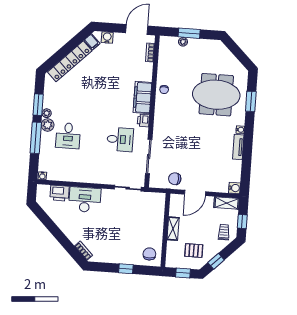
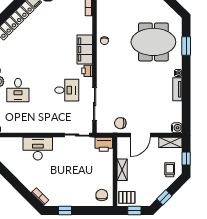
printer: (60, 193) -> (104, 144), moved
pallet: (194, 251) -> (127, 197), moved
window: (126, 269) -> (65, 210), moved

